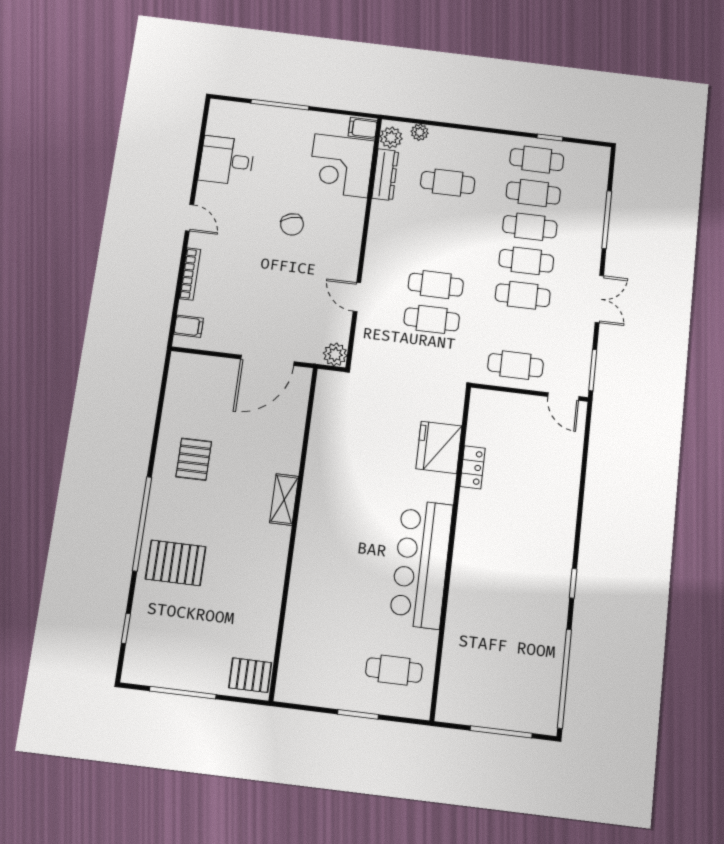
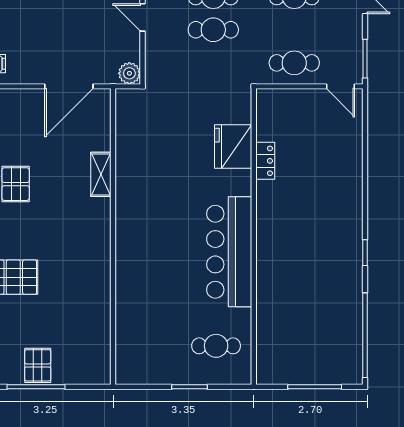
shelving: (284, 500) -> (101, 174), moved
pallet: (250, 675) -> (38, 365), moved, turned 90

